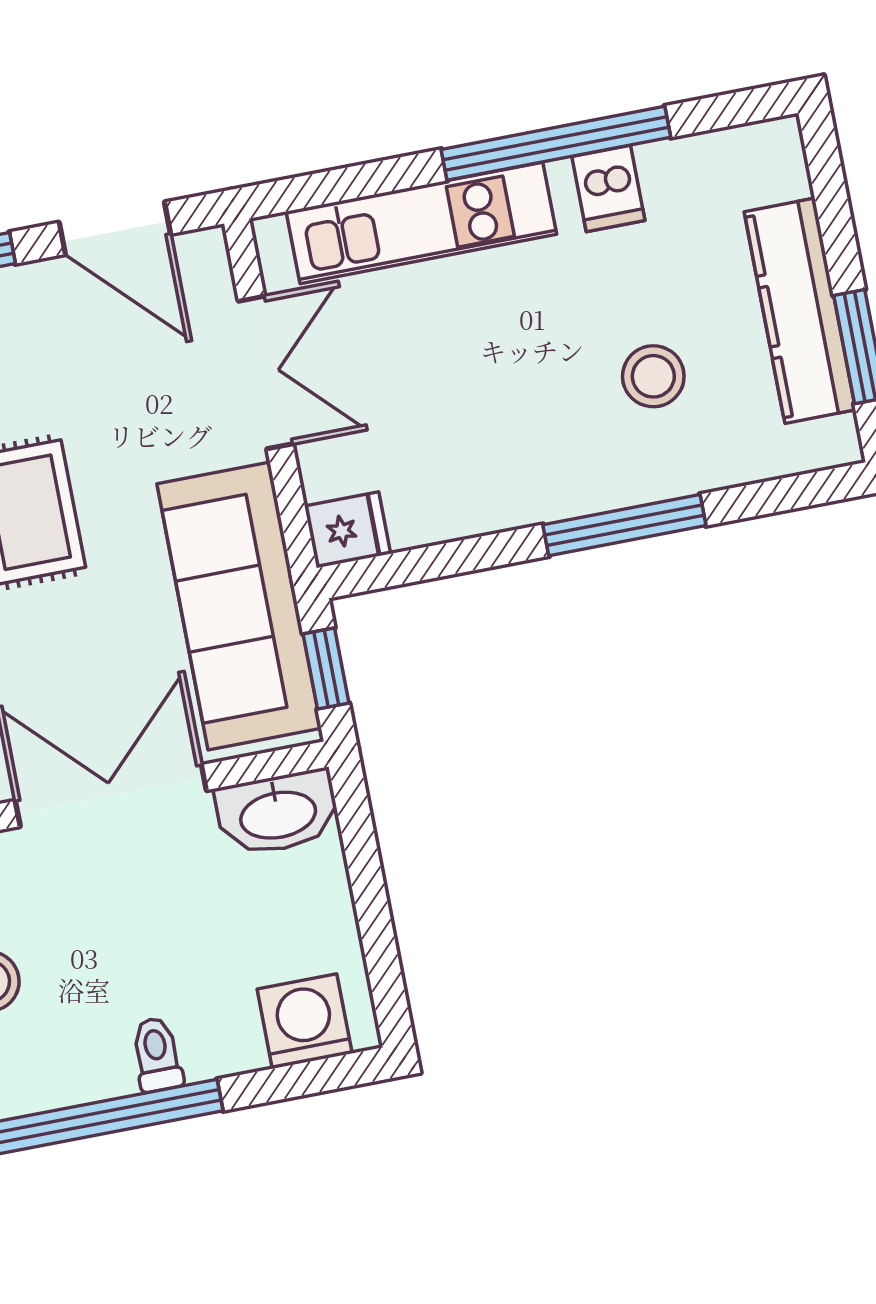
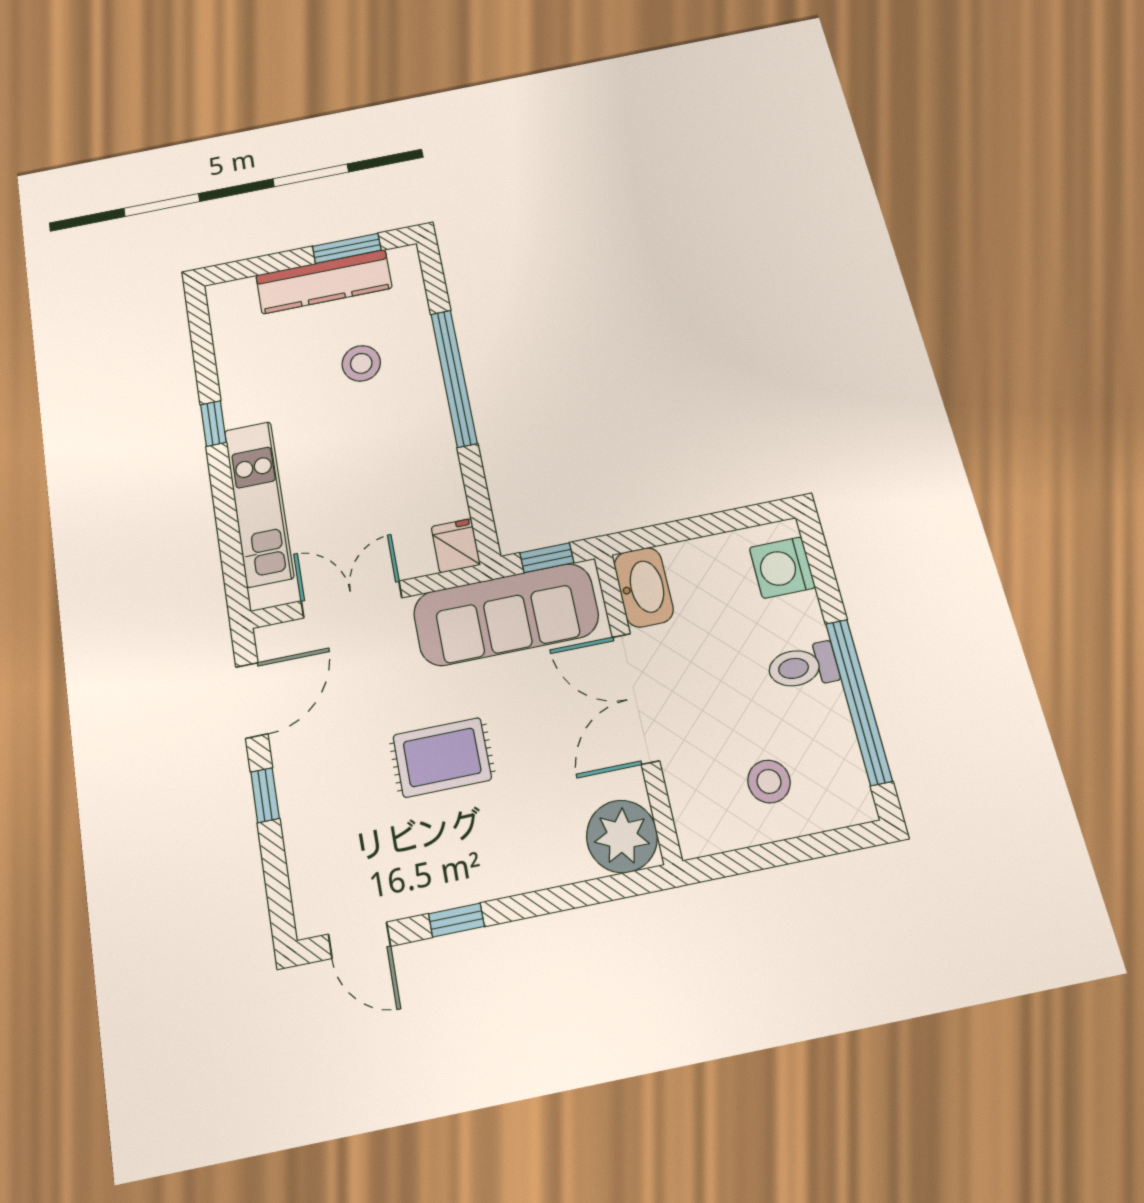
window: (556, 143) -> (213, 423), width x0.32
dishwasher: (608, 189) -> (243, 392), removed
window: (624, 525) -> (454, 378), width x1.46
toilet: (157, 1055) -> (803, 667), width x1.37, depth x1.39

